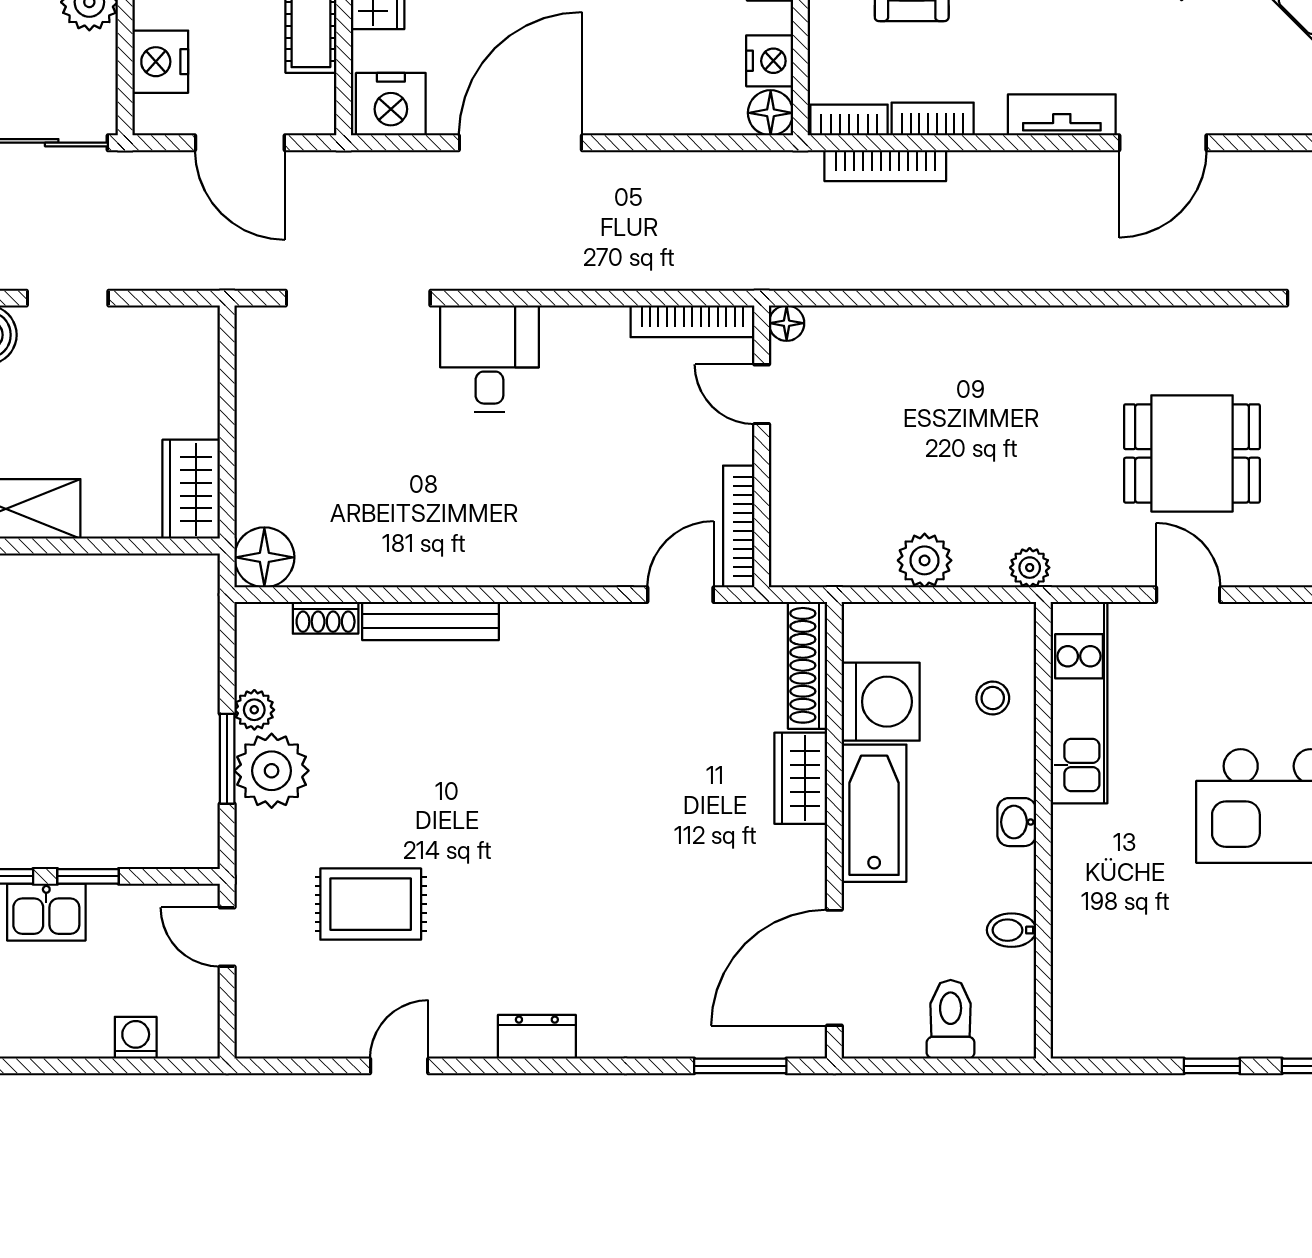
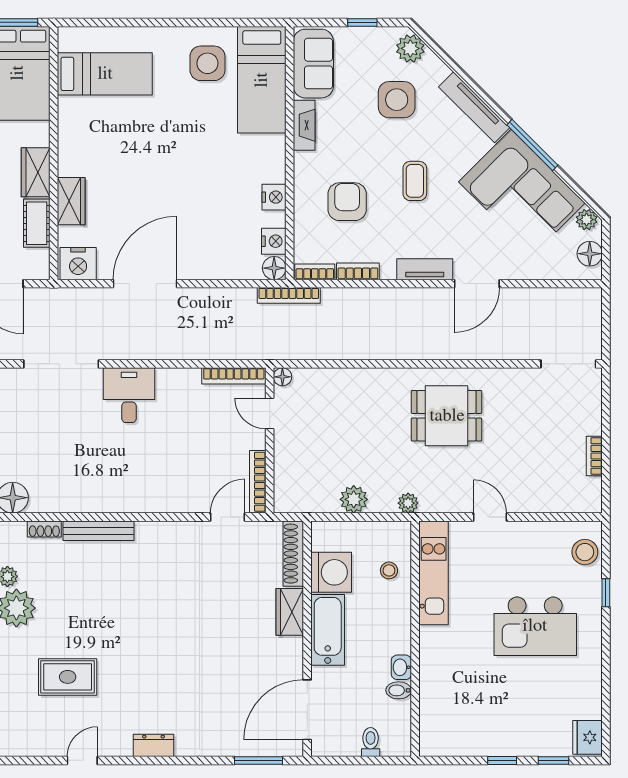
bookcase: (885, 166) -> (289, 295), moved
dining table: (1192, 453) -> (447, 416), moved
washbasin: (1017, 822) -> (401, 667), moved
toilet: (951, 1019) -> (371, 742), width x0.73, depth x0.72

